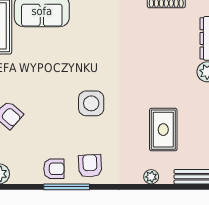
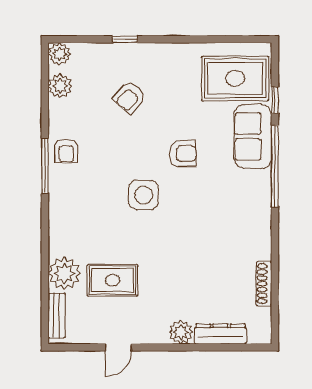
armchair: (90, 166) -> (183, 154), moved
plant: (151, 177) -> (64, 273), width x1.88, depth x1.88

